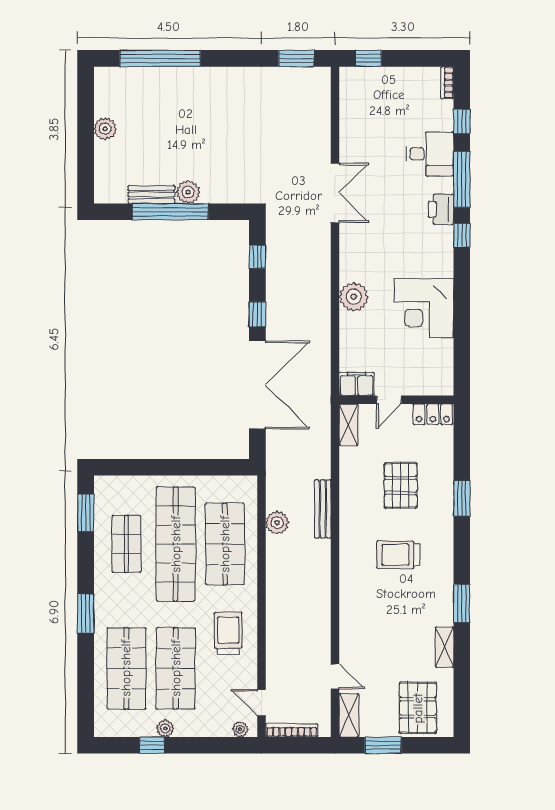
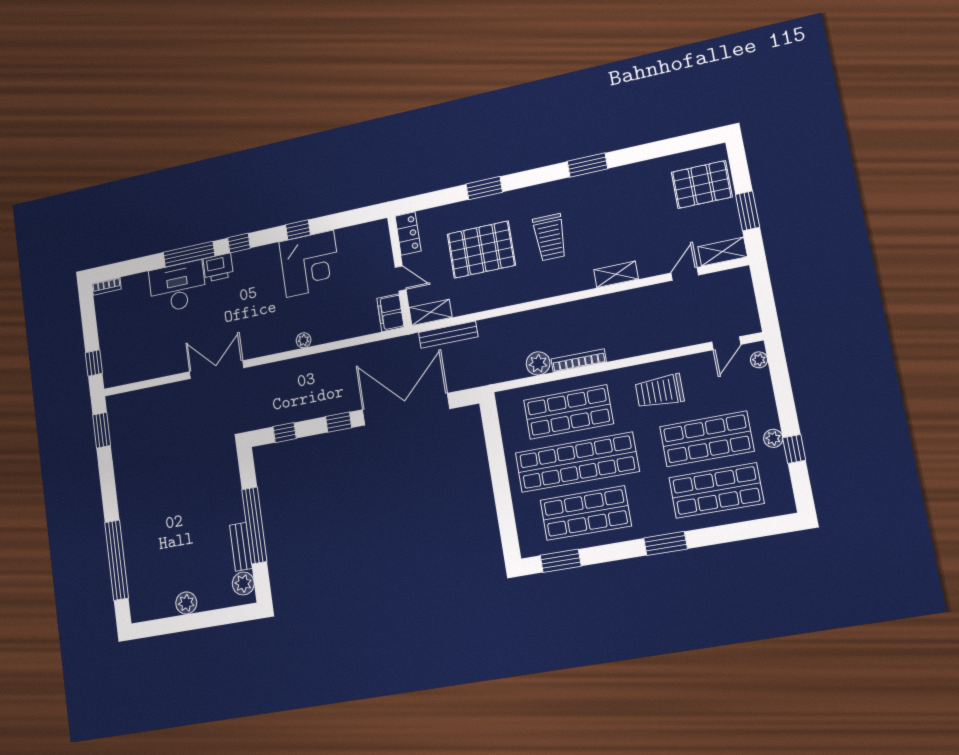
window: (462, 121) -> (298, 230), moved
desk: (430, 154) -> (178, 287), width x1.37
plant: (188, 192) -> (243, 583), moved
plant: (354, 297) -> (304, 340), width x0.53, depth x0.53
pallet: (401, 485) -> (481, 250), width x1.37, depth x1.41
bench: (323, 509) -> (448, 335), moved
shop shelf: (126, 544) -> (586, 513), width x1.43, depth x1.36
shelving: (444, 647) -> (616, 274), moved
bookcase: (292, 730) -> (579, 361), moved, turned 90

